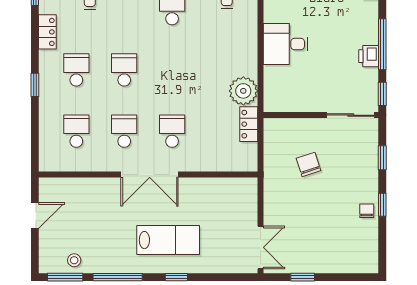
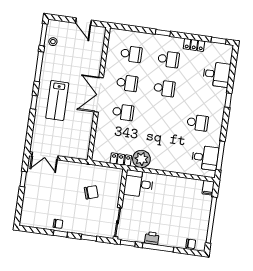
desk: (286, 44) -> (139, 184), moved, turned -90

